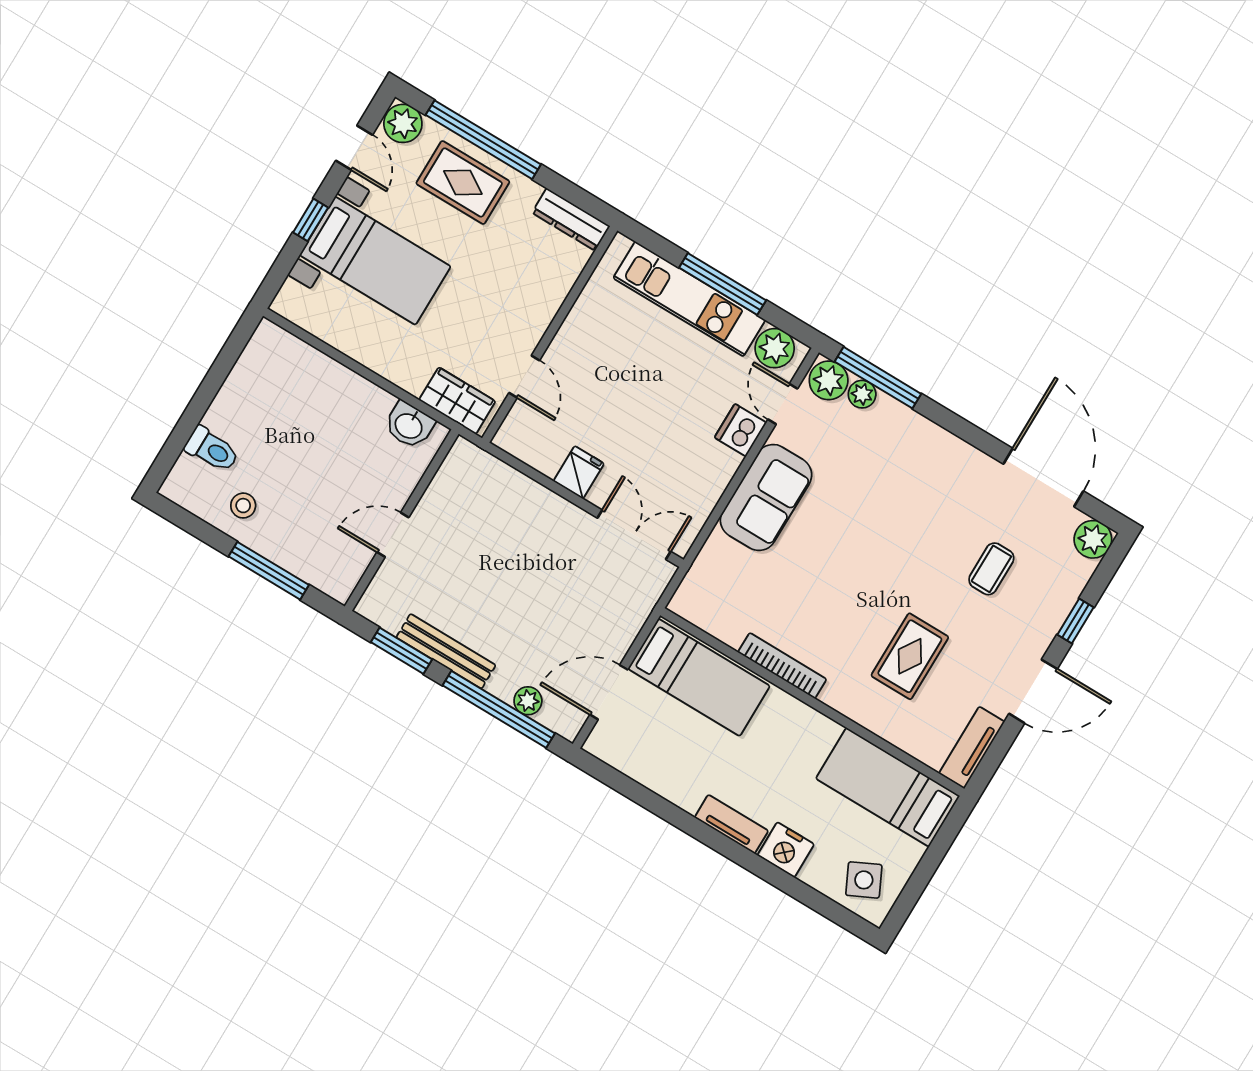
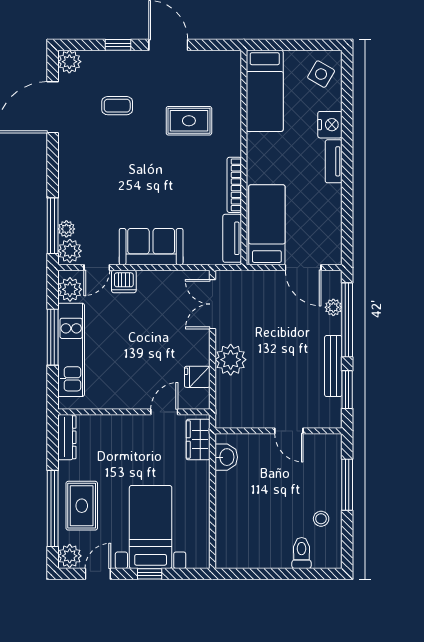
fridge: (579, 472) -> (197, 377), moved
plant: (541, 513) -> (231, 360), added
tv unit: (972, 748) -> (232, 238), moved, turned 90
side table: (864, 880) -> (321, 74), turned -34

